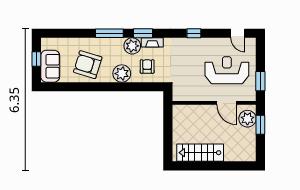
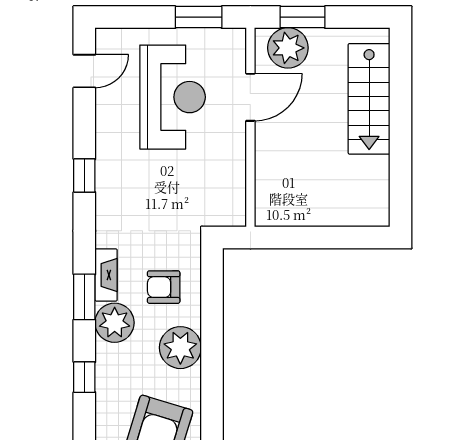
window: (109, 33) -> (84, 377), width x0.46
reception desk: (227, 70) -> (173, 97), turned 180
stairs: (200, 153) -> (369, 99), moved

